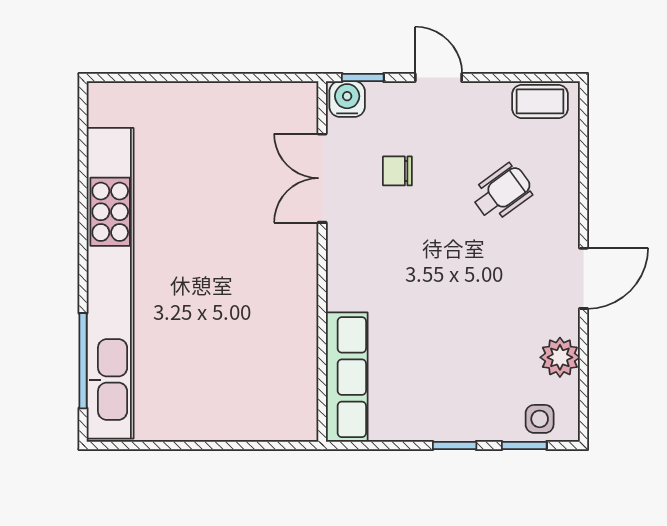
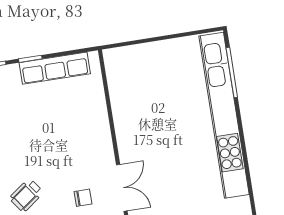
row of seats: (347, 377) -> (55, 68), moved, turned -90

